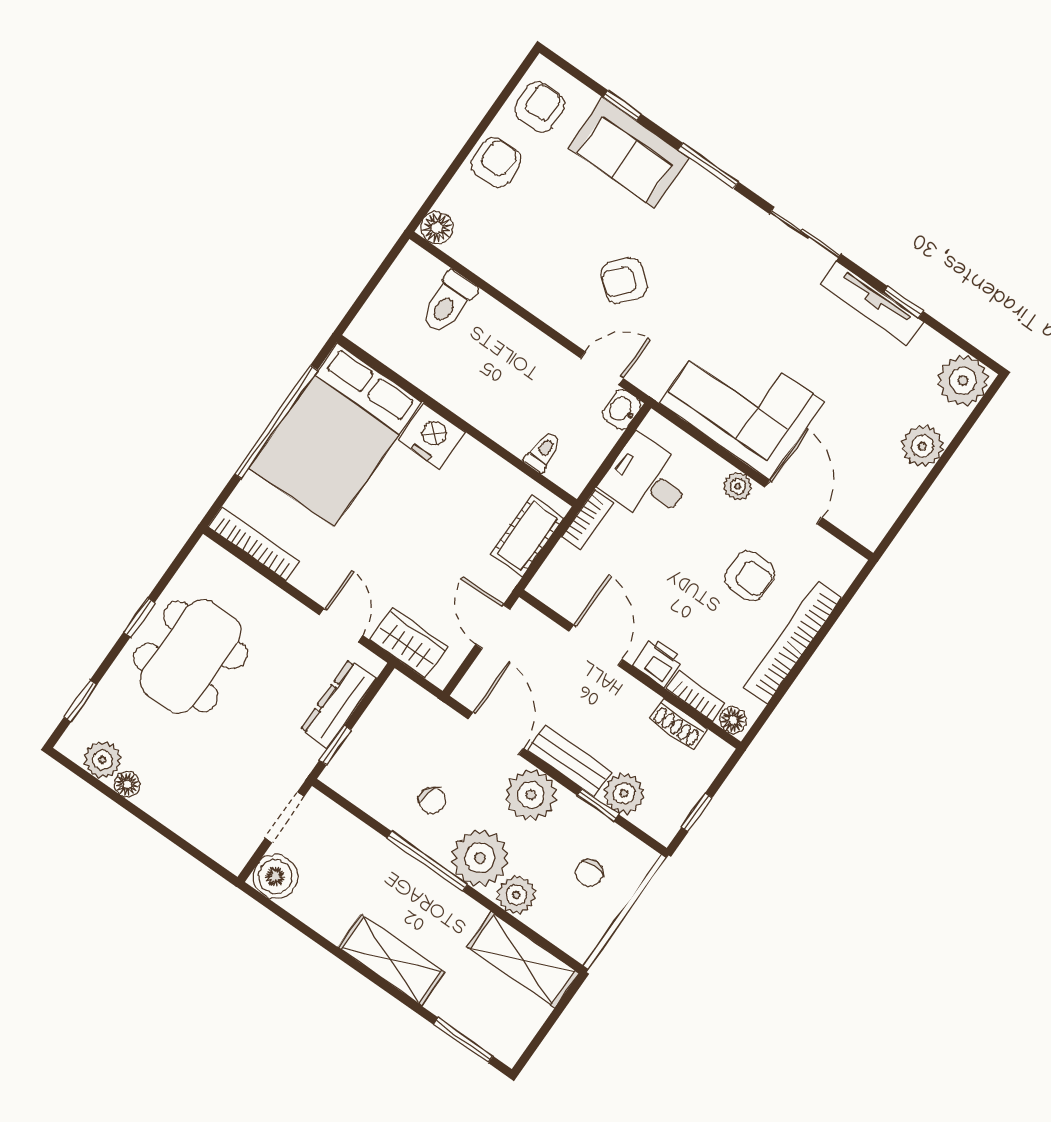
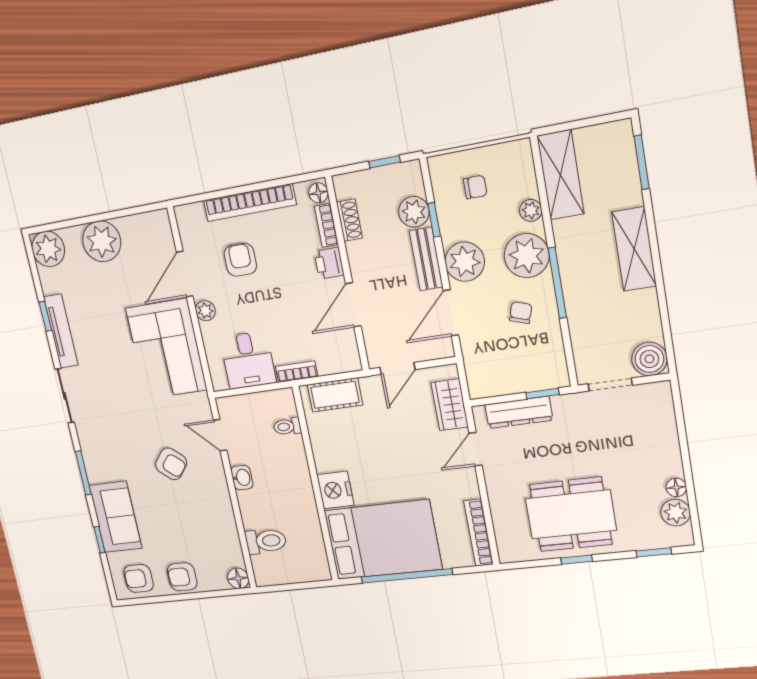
washbasin: (622, 410) -> (242, 478), moved, turned -90
plant: (922, 446) -> (102, 241), width x1.36, depth x1.36
plant: (516, 895) -> (531, 210), width x0.73, depth x0.73

